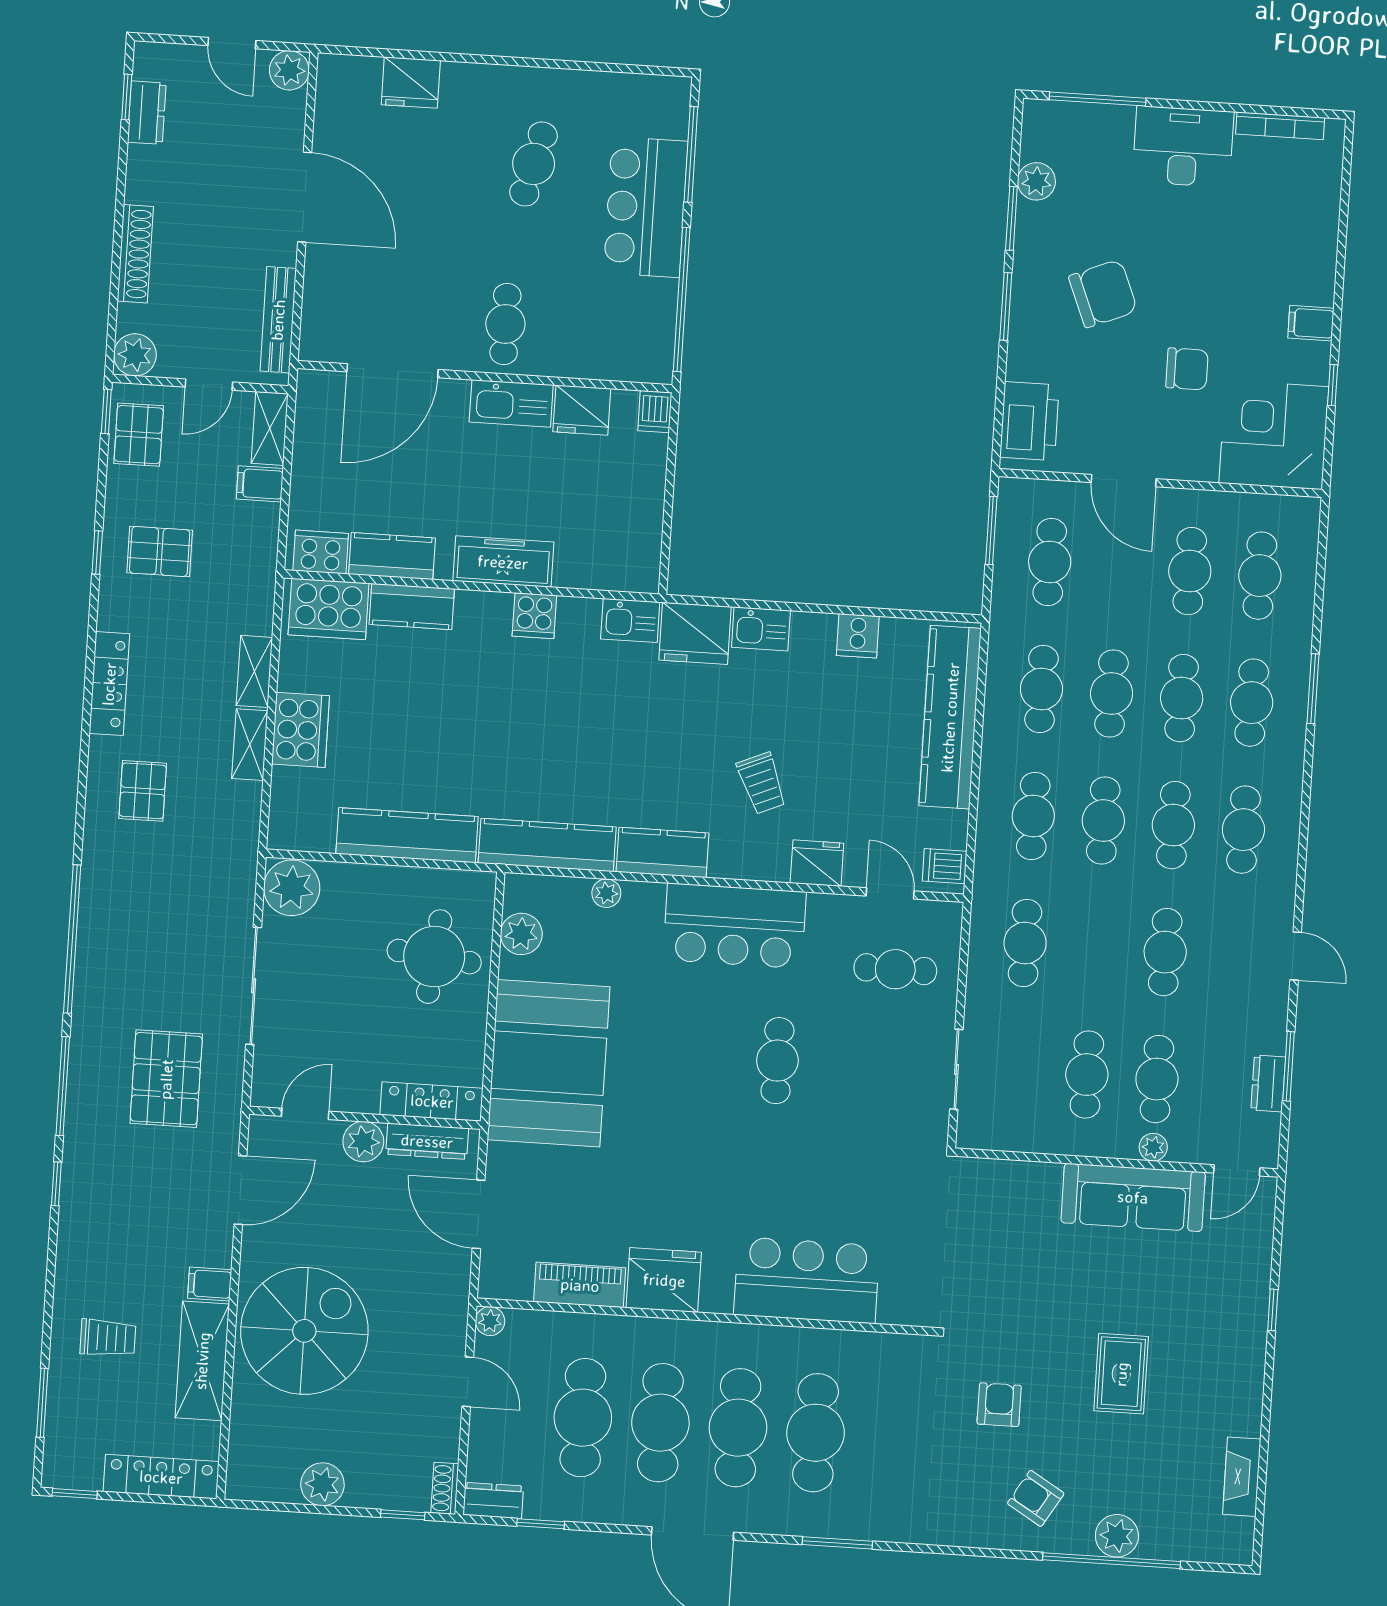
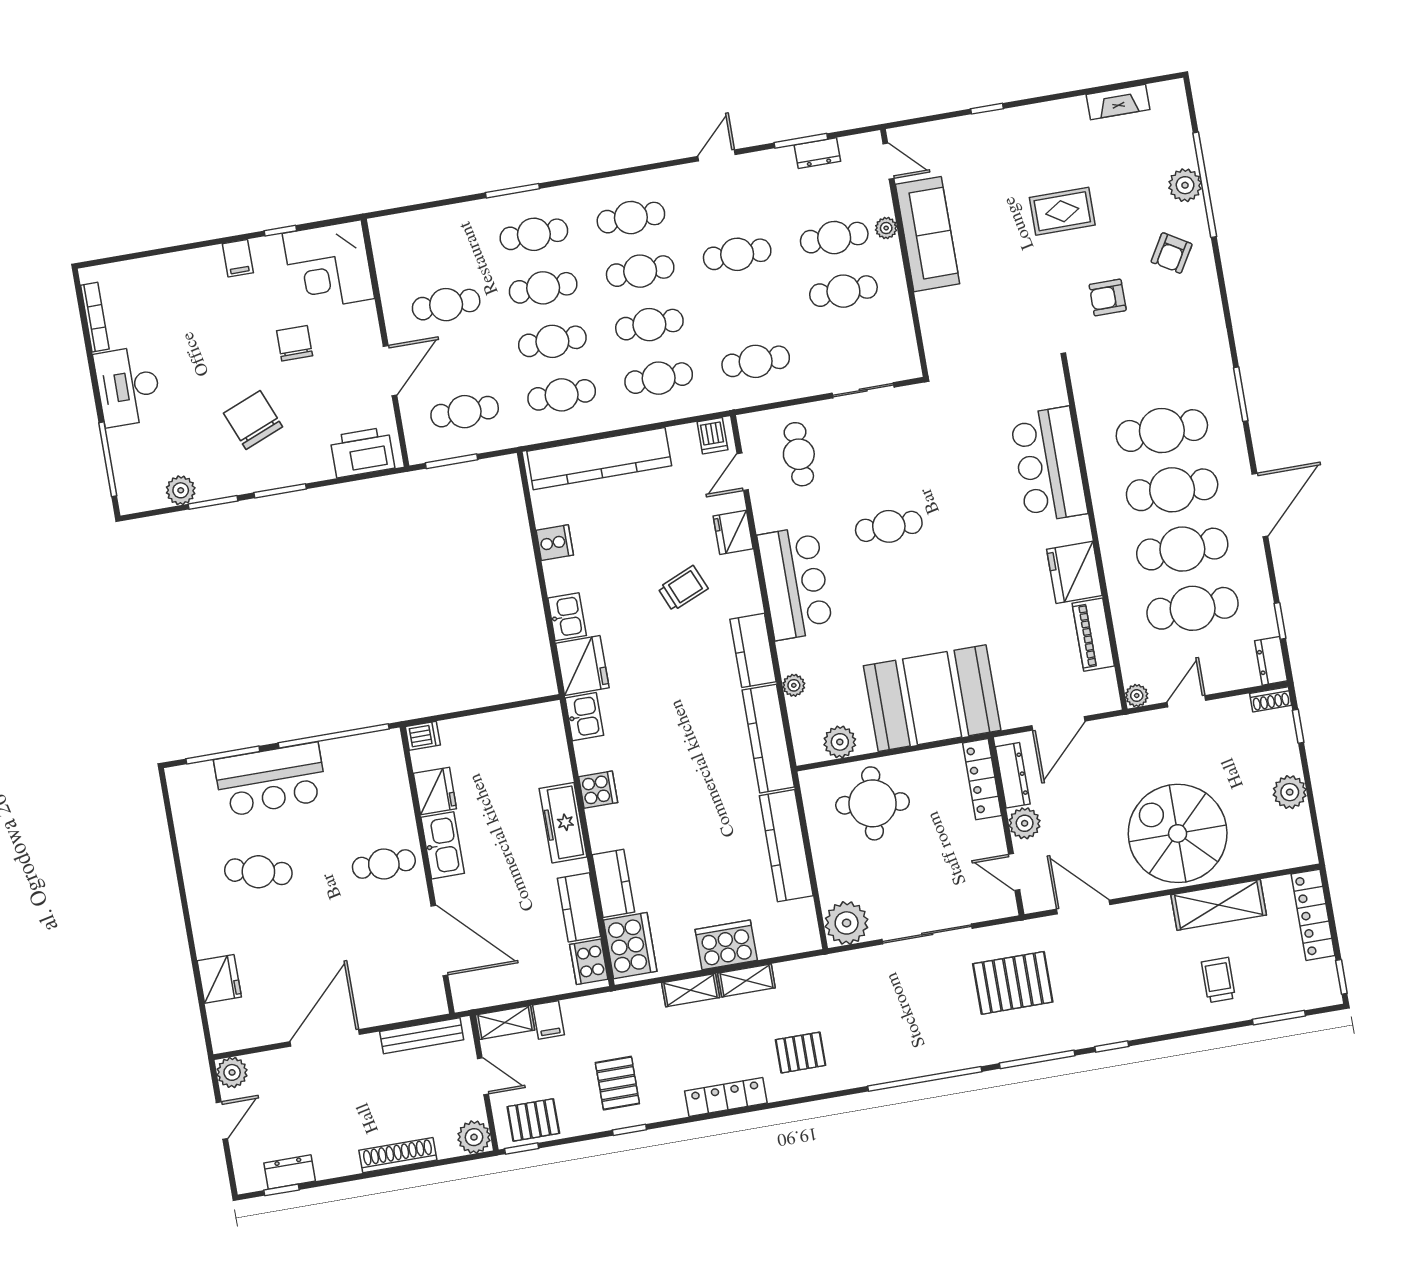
cafe table: (1260, 576) -> (437, 251), removed
filing cabinet: (210, 1284) -> (1159, 913), removed

